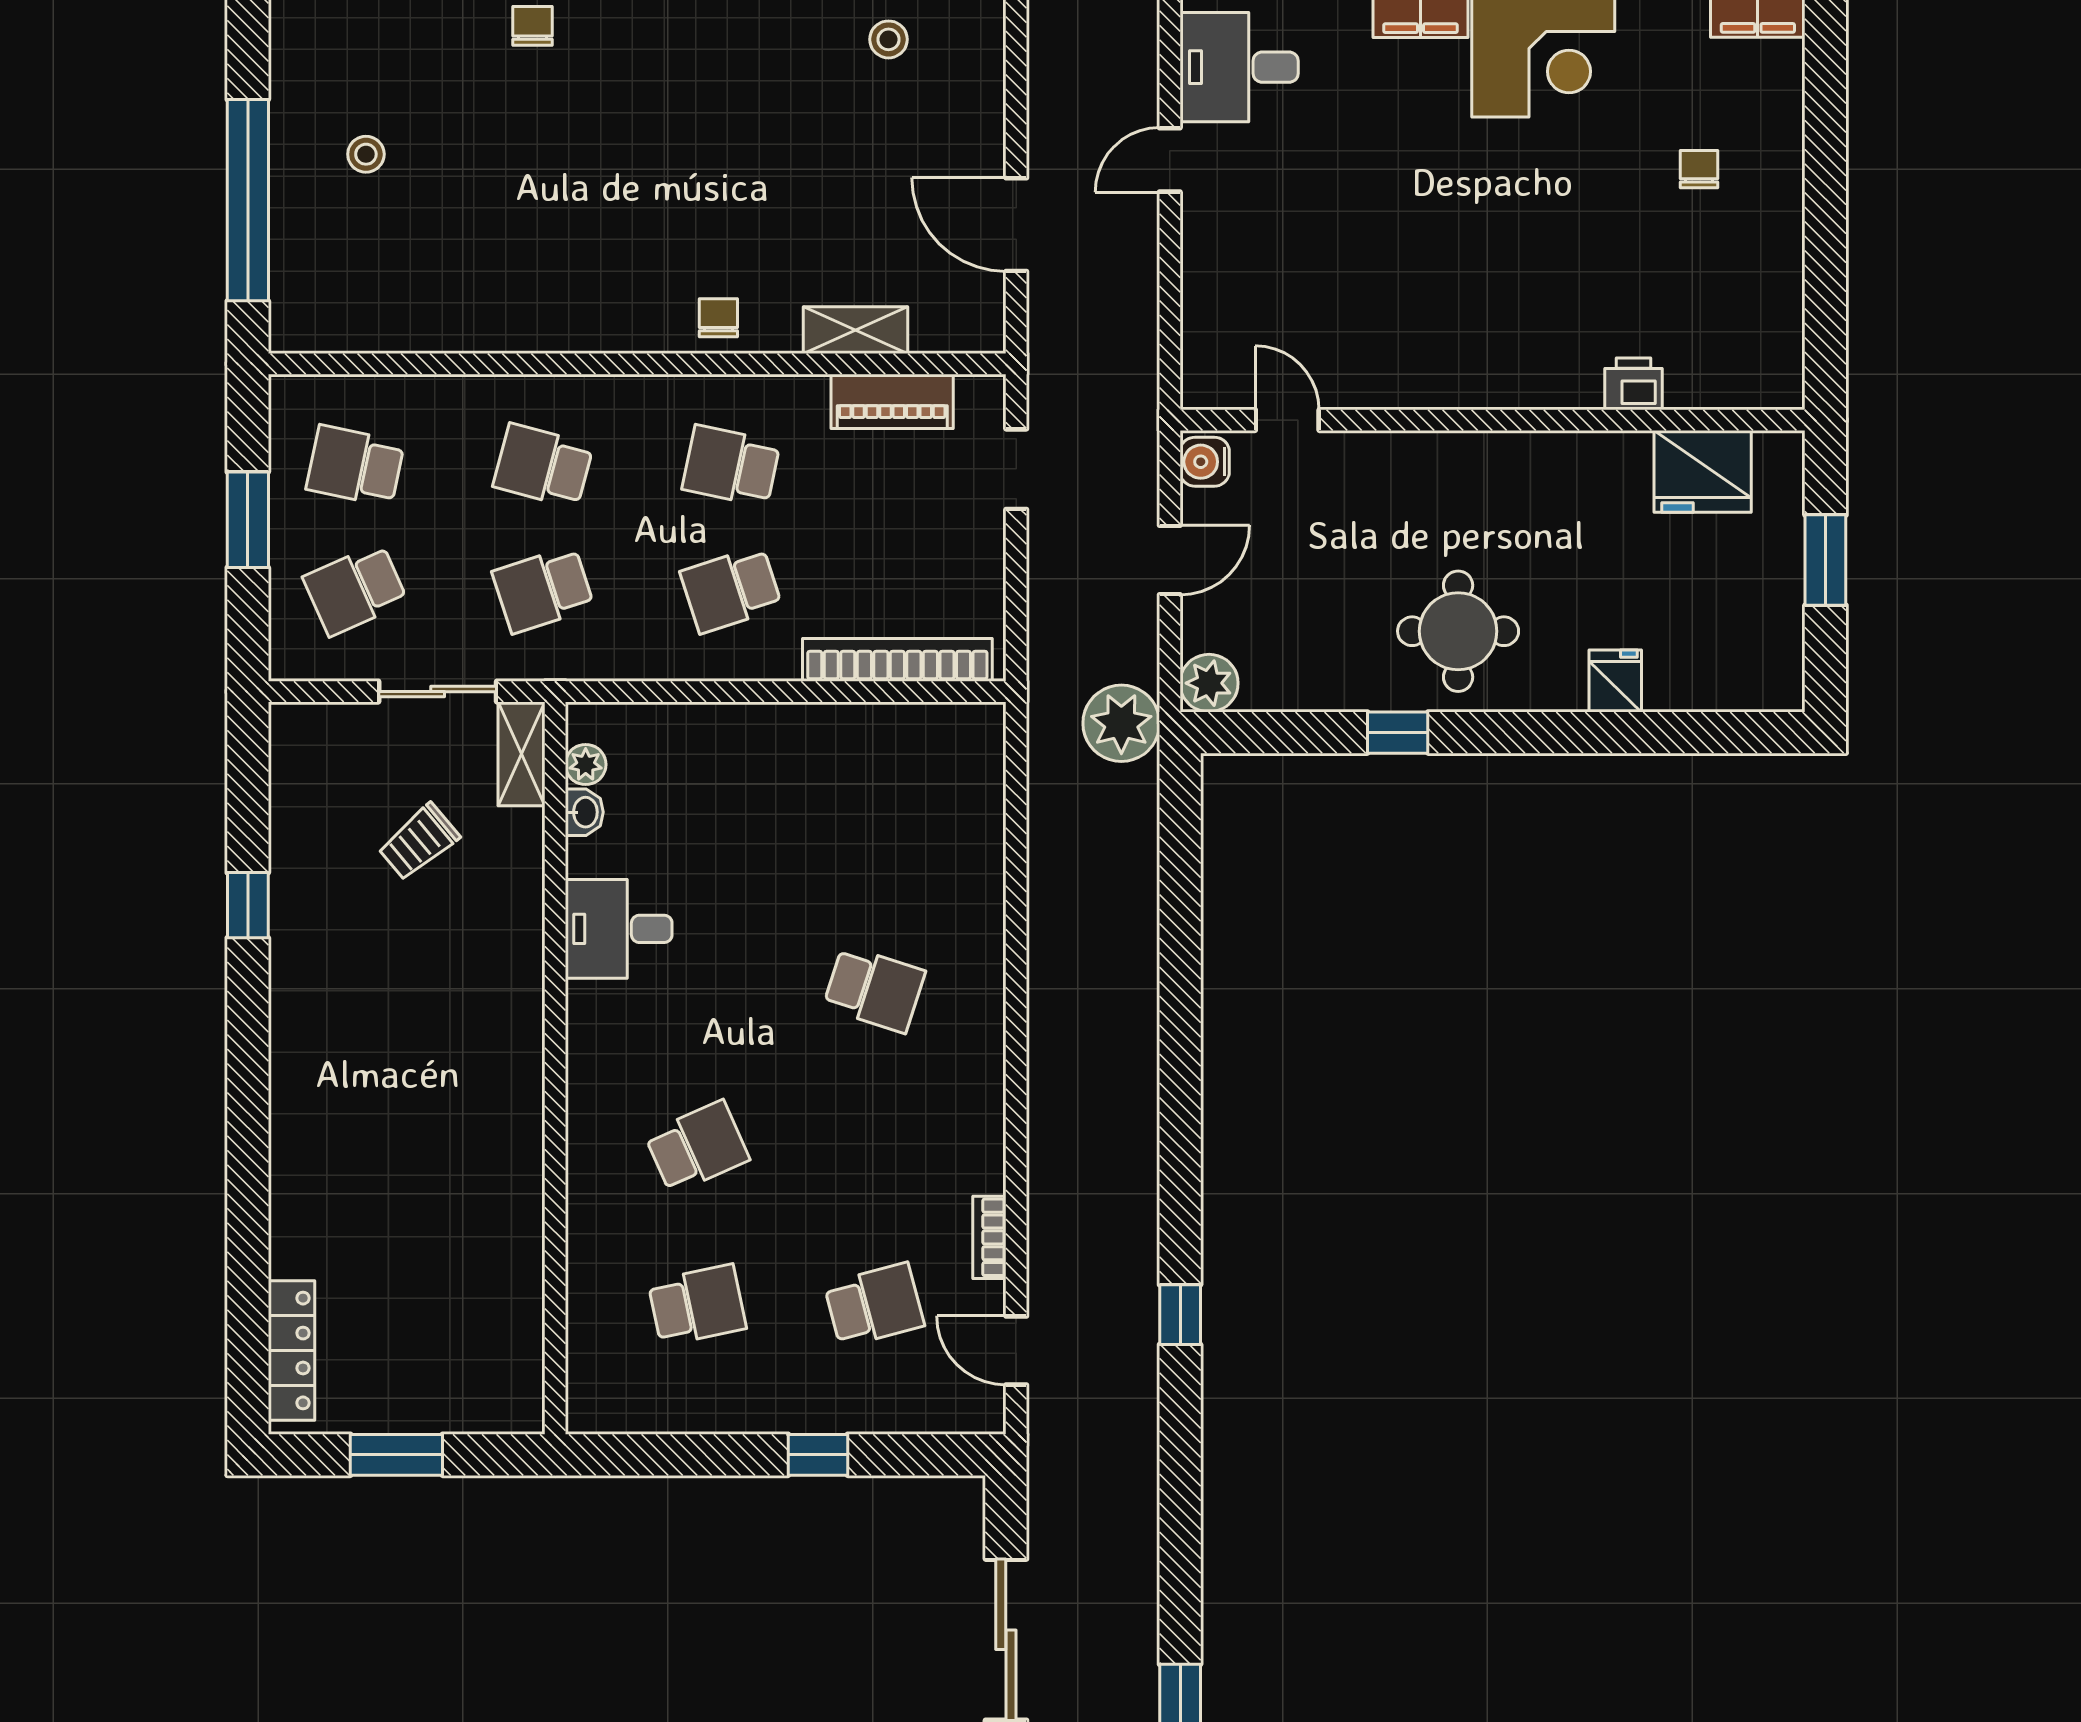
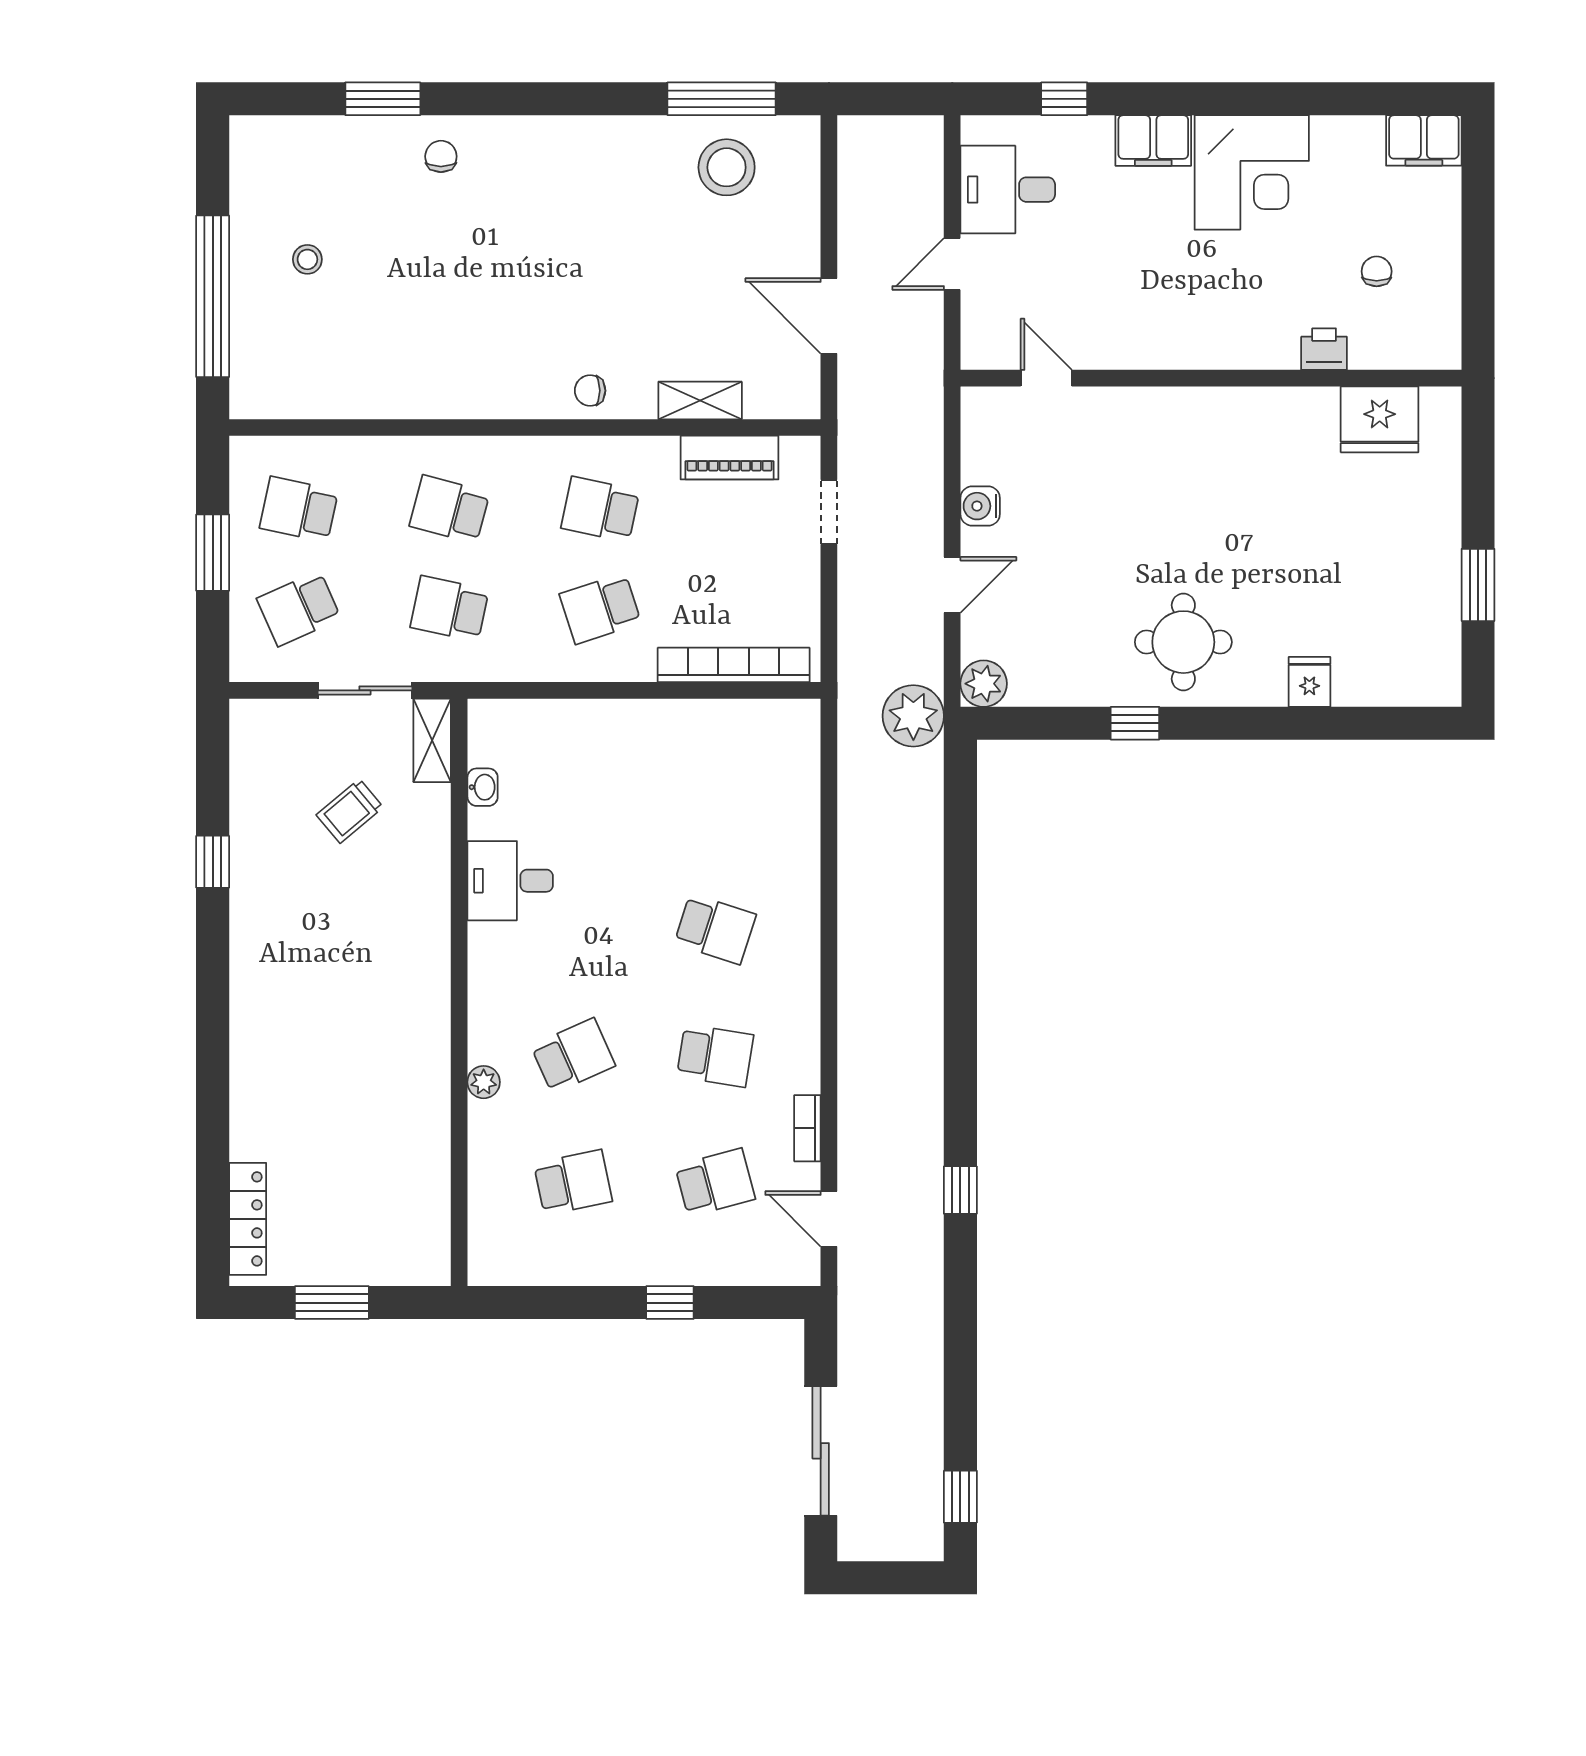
stool: (889, 39) -> (727, 167), width x1.89, depth x1.89
chair: (718, 318) -> (590, 391), turned -90
printer: (1633, 384) -> (1324, 349), moved
door: (1287, 420) -> (1046, 378), moved
wall: (1493, 420) -> (1211, 378), moved
fridge: (1703, 471) -> (1380, 419), moved
school desk: (543, 590) -> (450, 609), turned 30
plant: (586, 765) -> (484, 1082), moved
school desk: (874, 1147) -> (715, 1056), added

